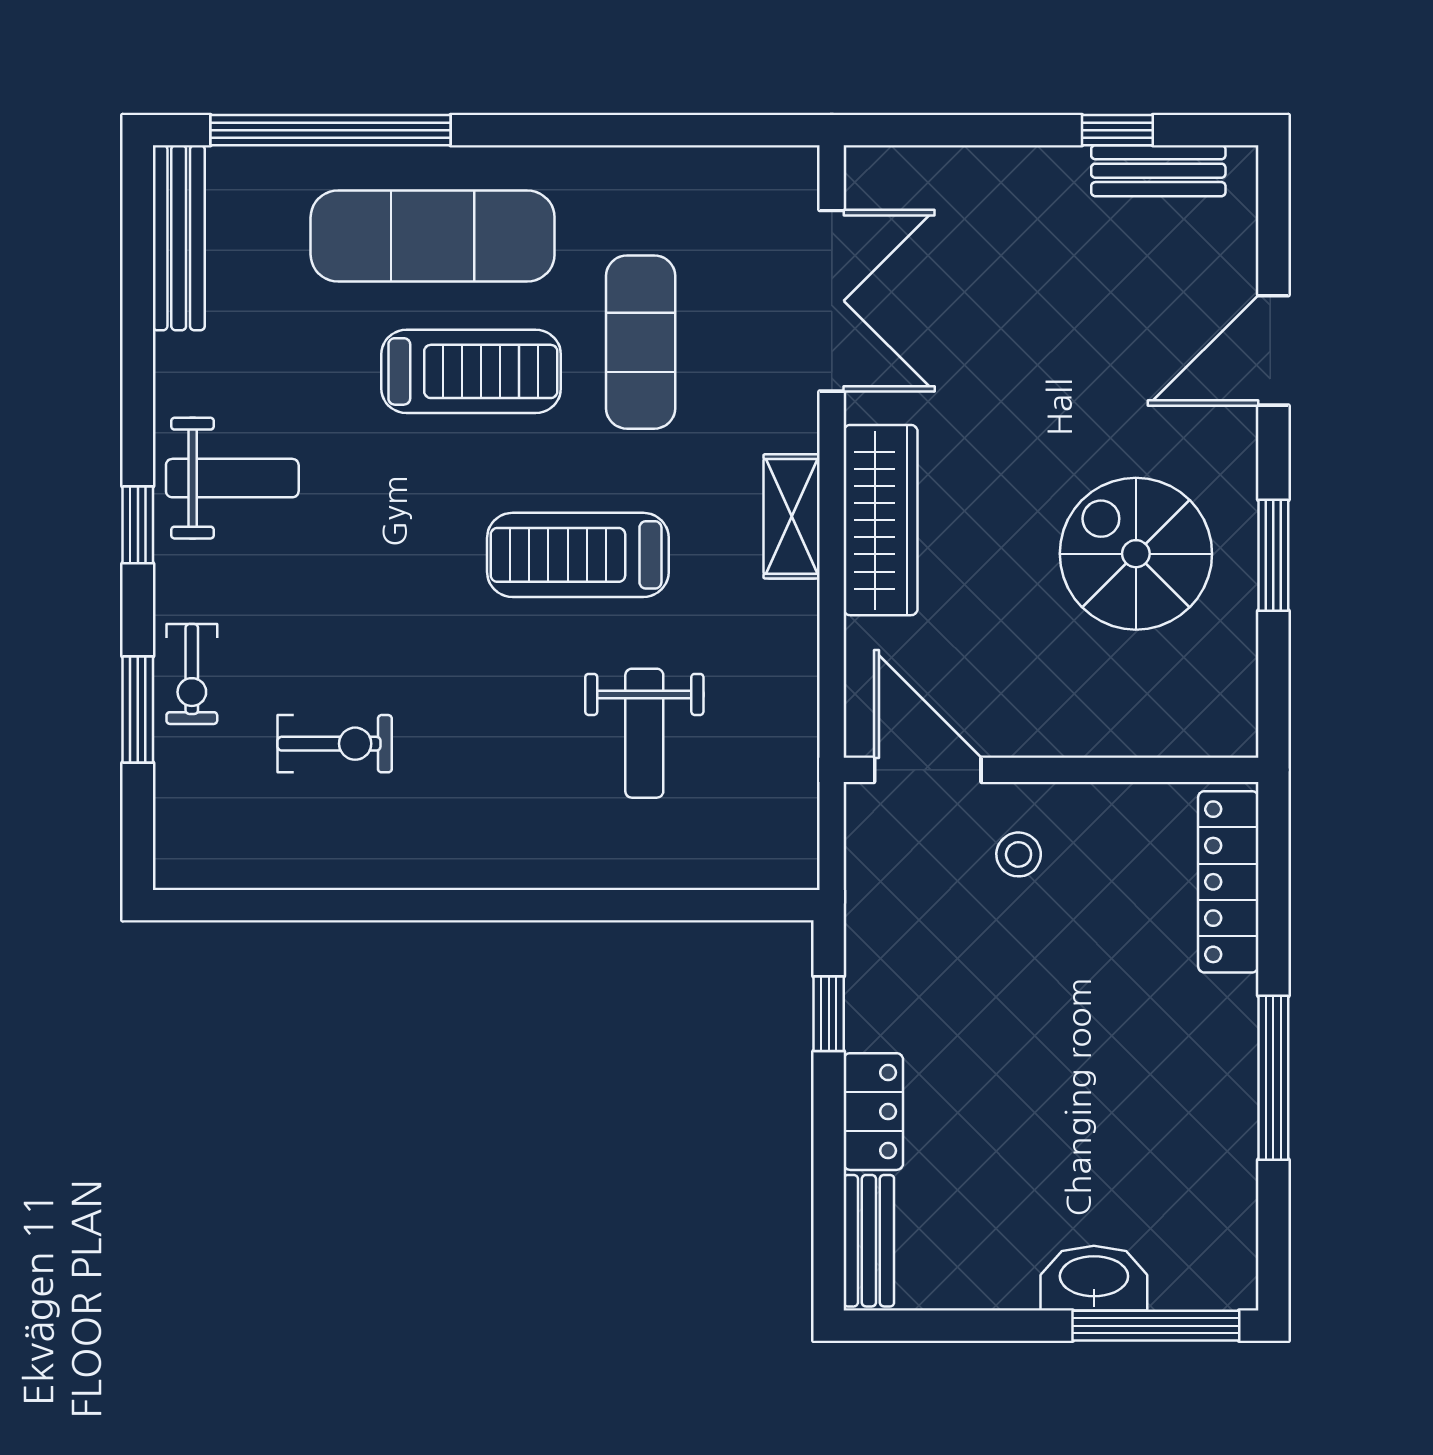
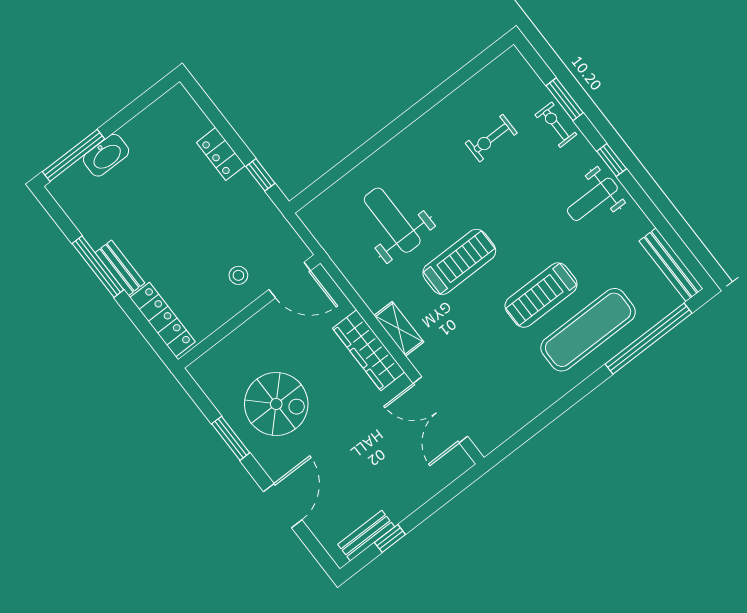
exercise mat: (641, 342) -> (493, 348), removed
weight bench: (644, 733) -> (392, 220), width x1.36, depth x1.33
bench: (869, 1241) -> (120, 268), moved

